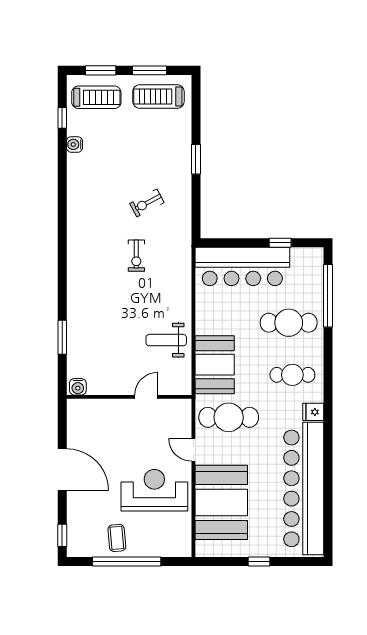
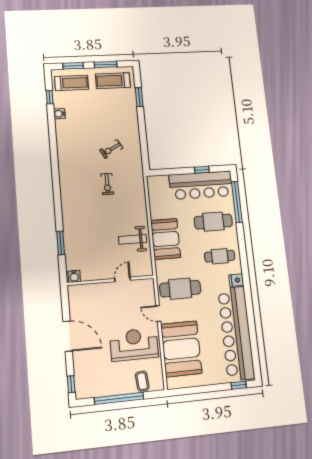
window: (196, 159) -> (139, 97), moved
bar counter: (242, 266) -> (201, 185), moved
booth: (215, 365) -> (166, 239), moved
coffee table: (117, 538) -> (142, 381), moved
window: (259, 561) -> (239, 385), moved

